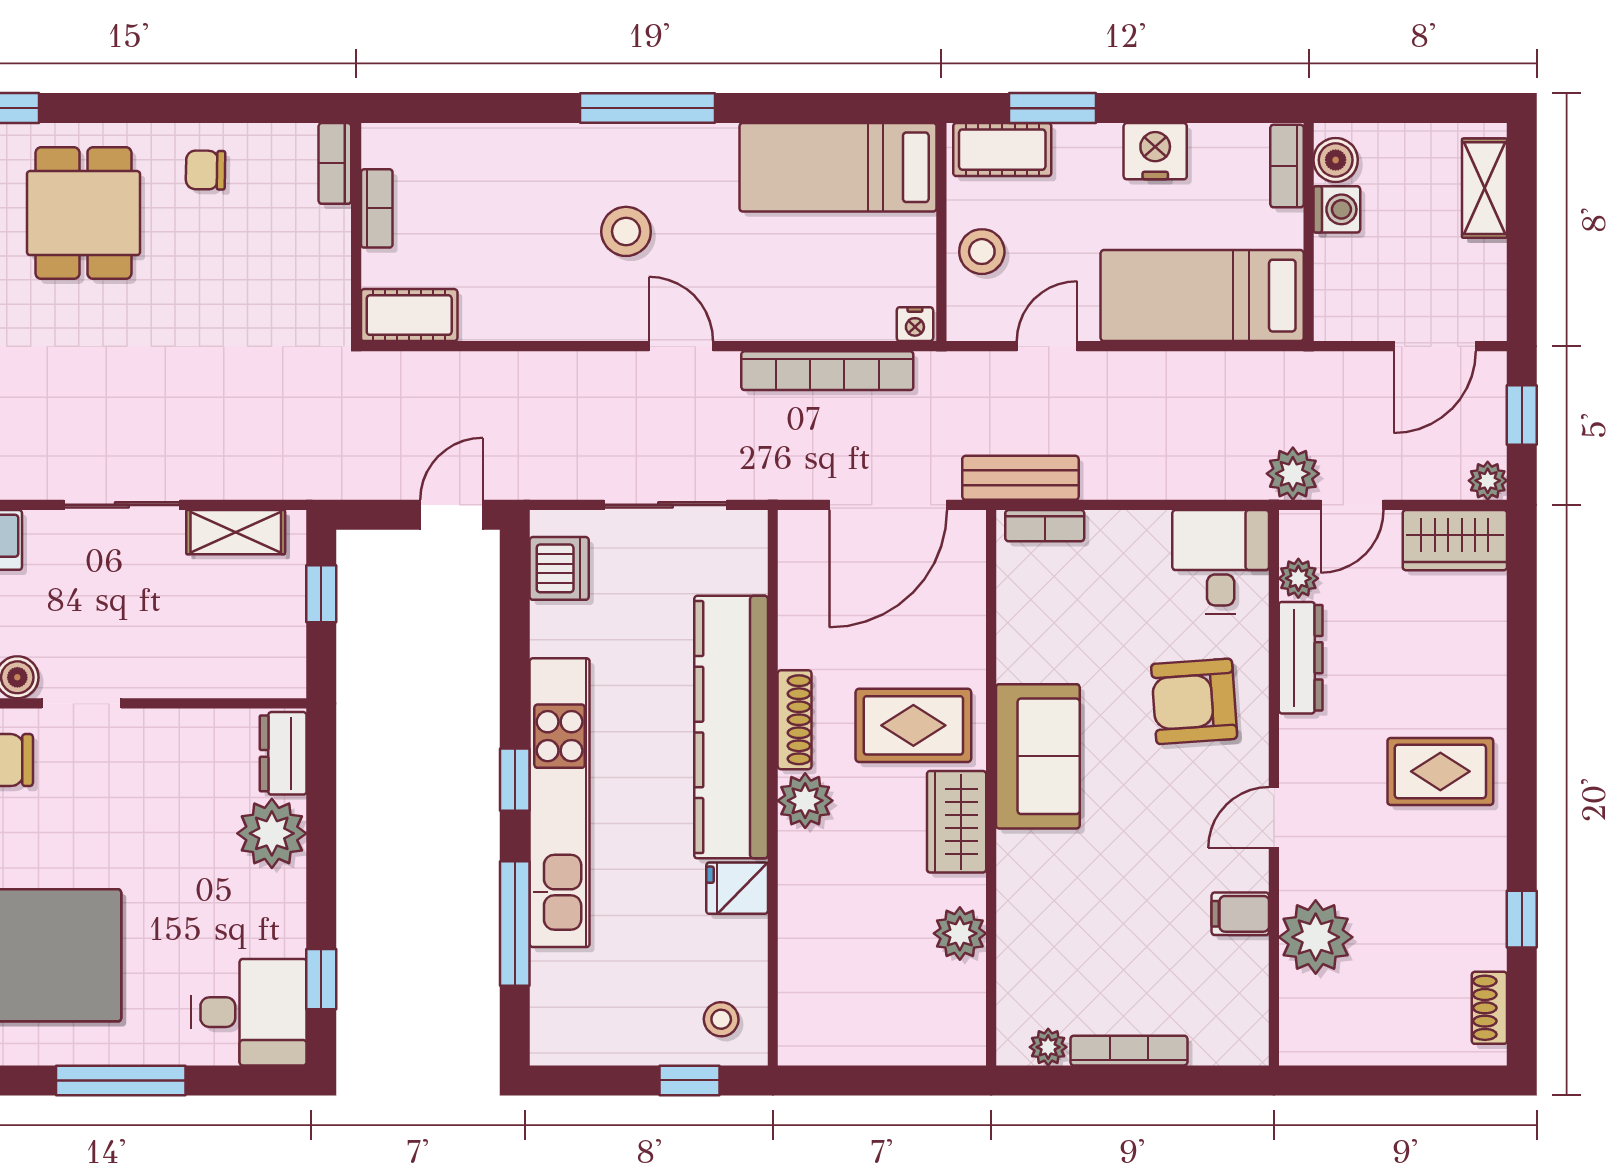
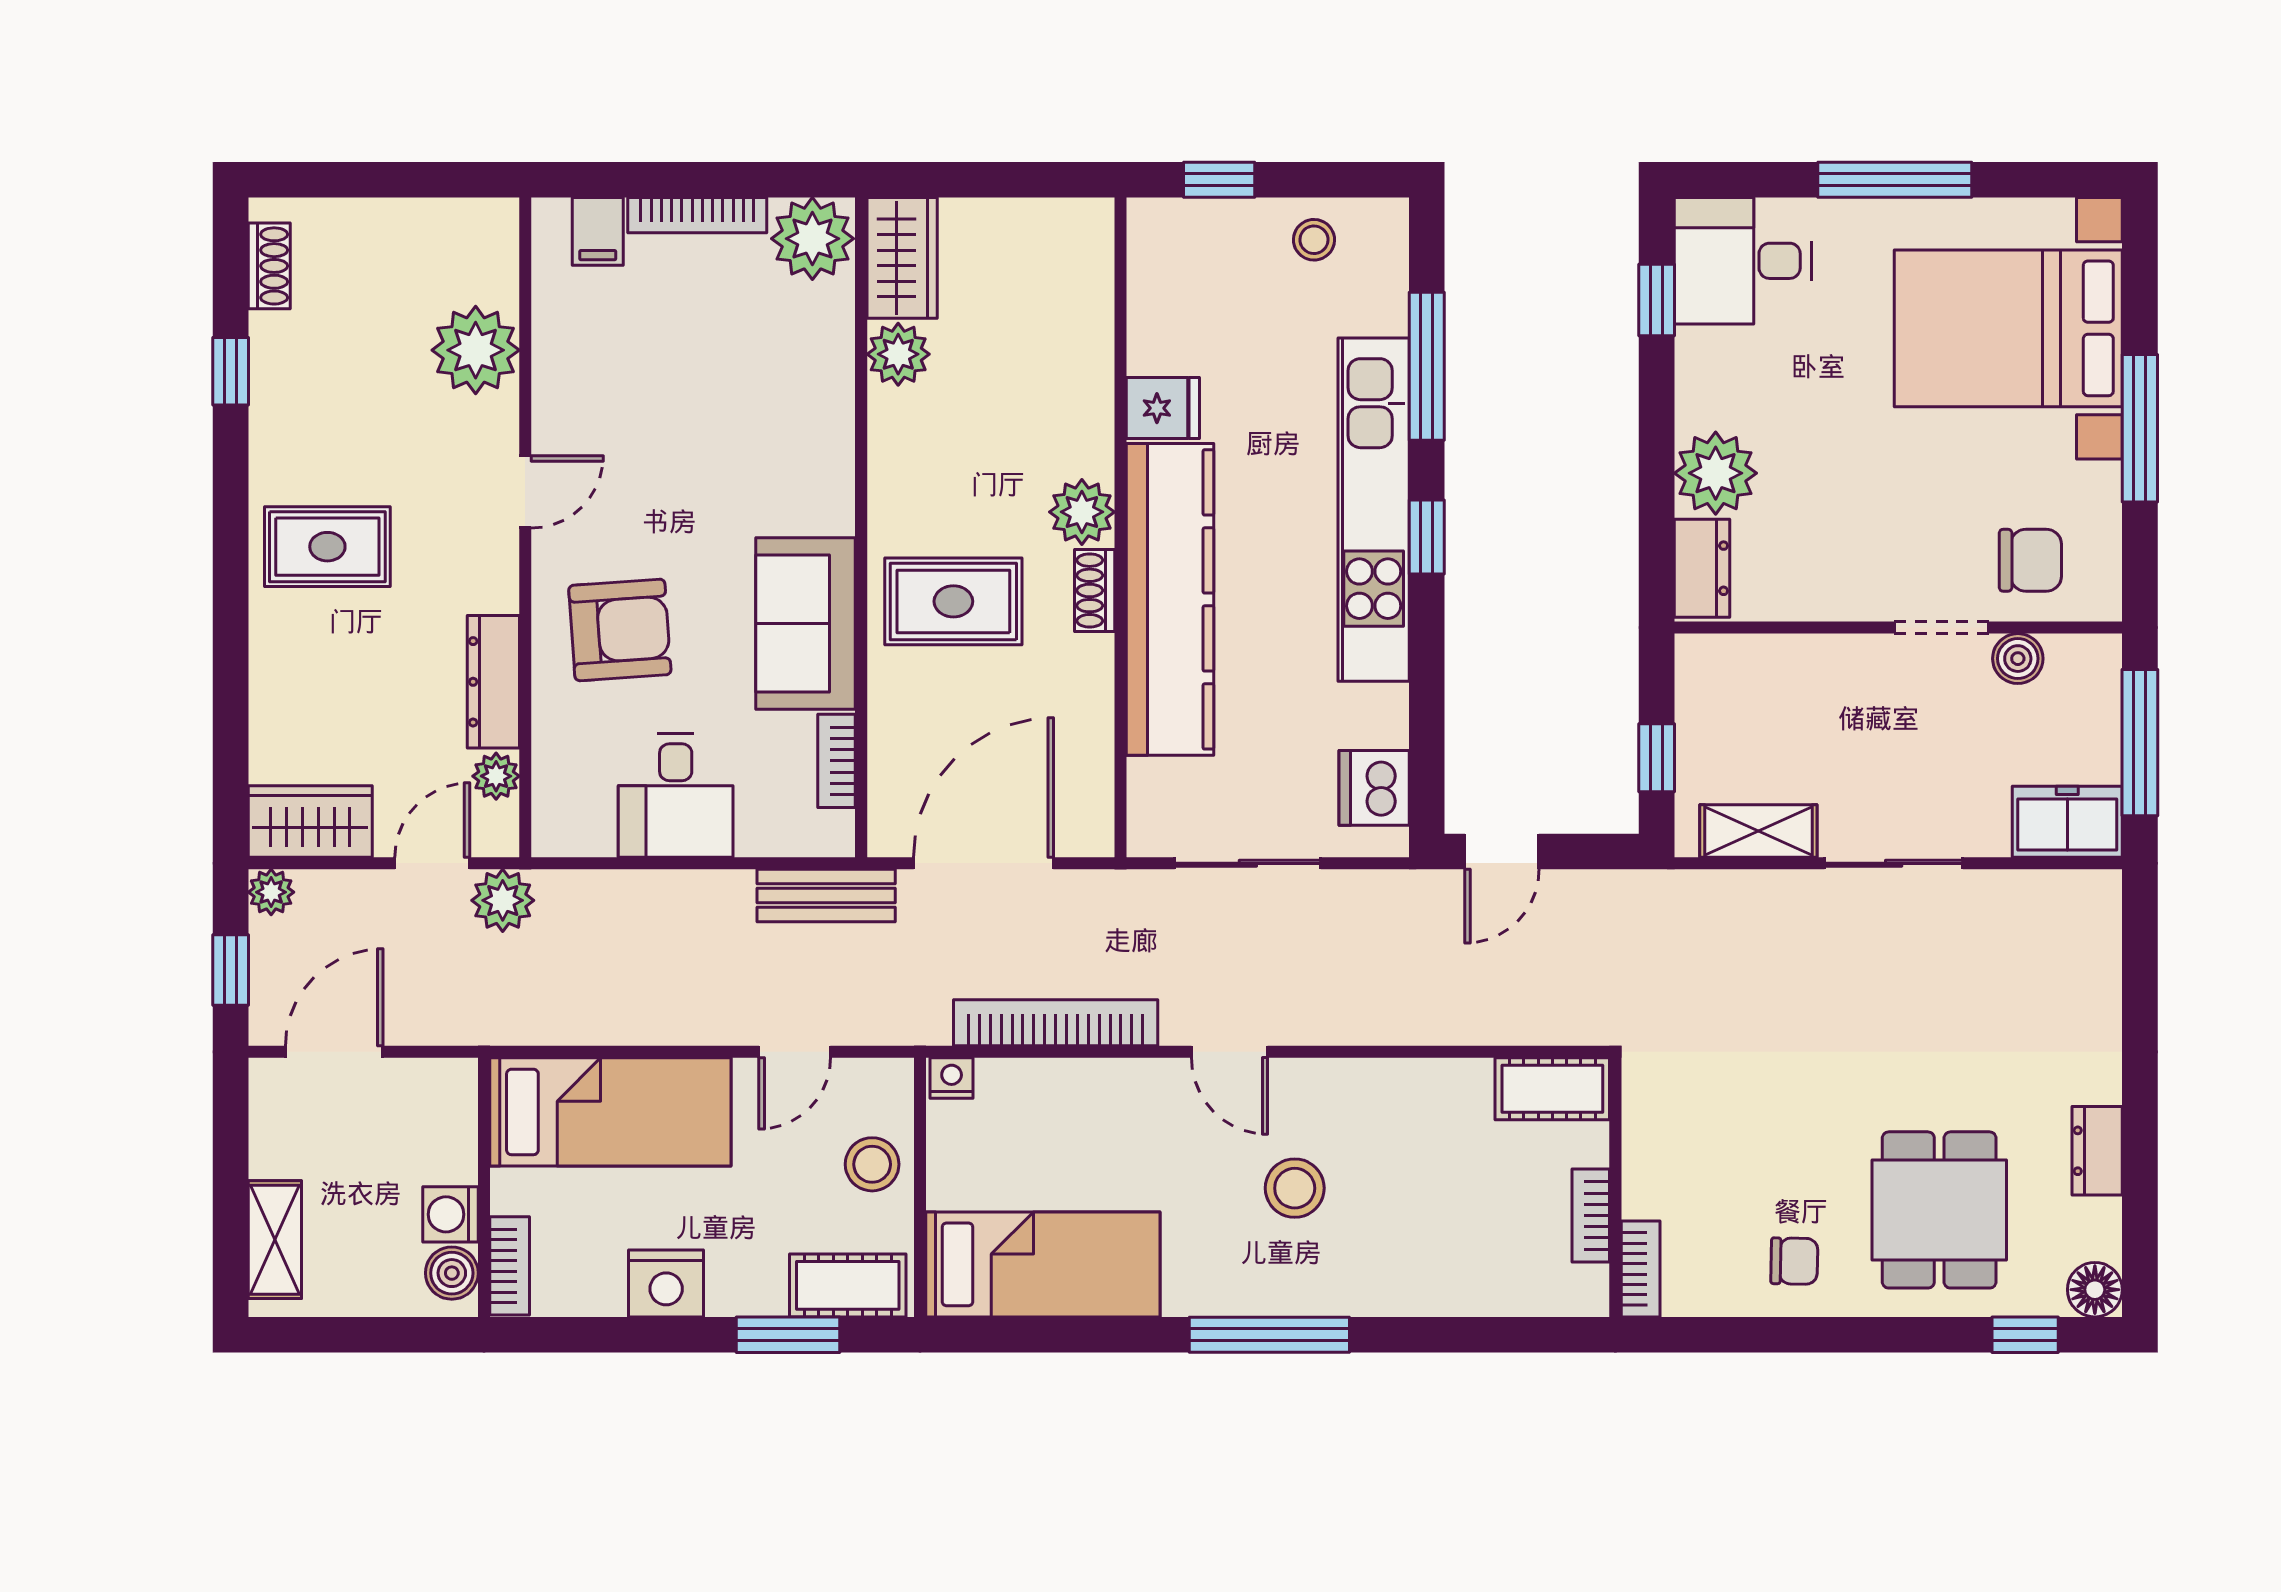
bookcase: (1045, 526) -> (837, 761), moved, turned -90
desk: (1221, 562) -> (676, 796), moved
shoe rack: (795, 720) -> (1095, 590), width x0.70
sofa: (1038, 756) -> (806, 623), moved
wardrobe: (957, 822) -> (902, 258), moved
filing cabinet: (1240, 914) -> (598, 231), moved, turned 90
stool: (721, 1019) -> (1314, 240), moved
plant: (1048, 1047) -> (812, 239), width x1.87, depth x1.87

